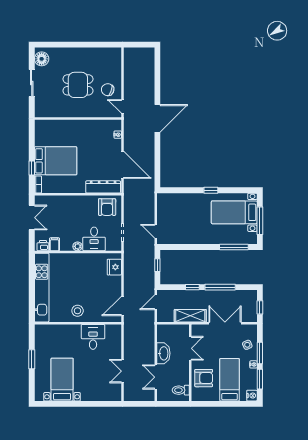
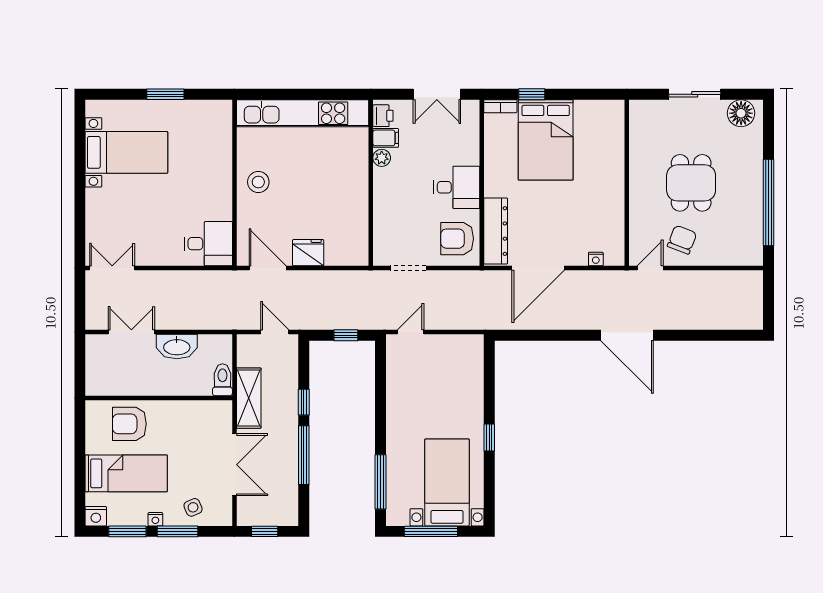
window: (88, 45) -> (768, 202), added
desk: (94, 239) -> (457, 187), moved, turned 180
plant: (78, 246) -> (382, 158), moved
fridge: (114, 267) -> (308, 253), moved
desk: (93, 337) -> (208, 244), moved
double door: (190, 348) -> (186, 398), removed
double door: (122, 371) -> (112, 268), moved
armchair: (204, 378) -> (129, 424), turned 90
toilet: (181, 390) -> (222, 380), moved

